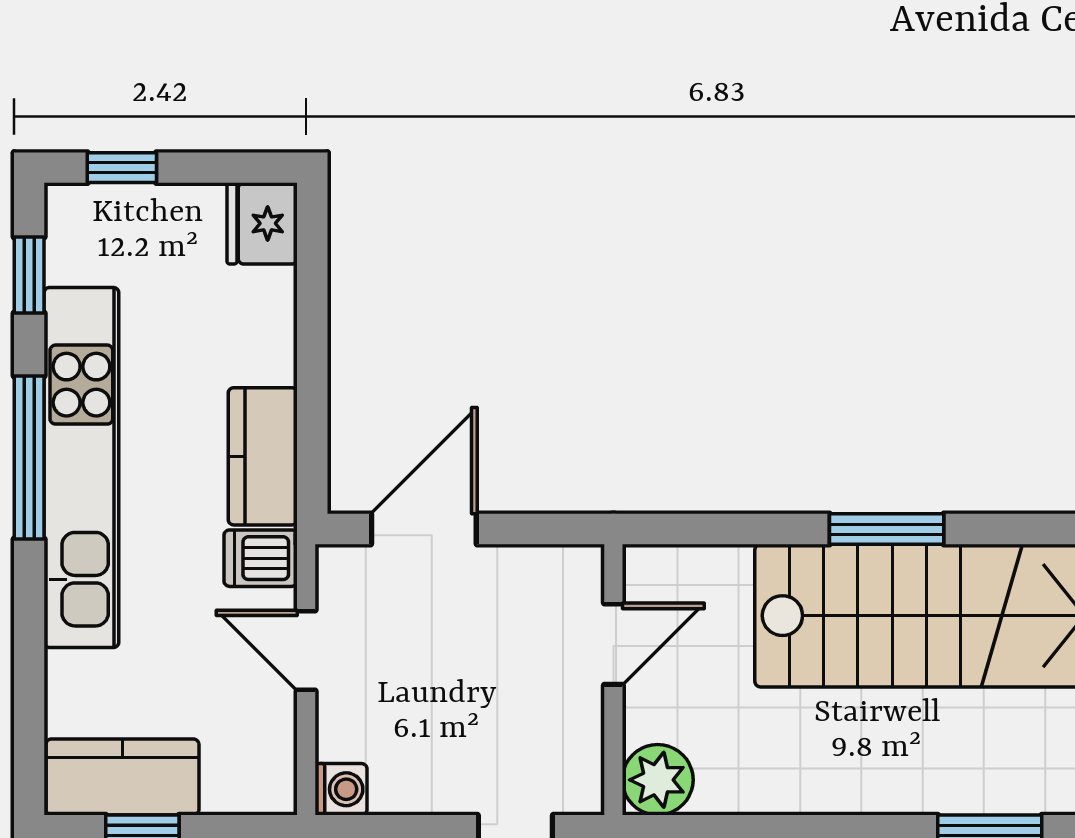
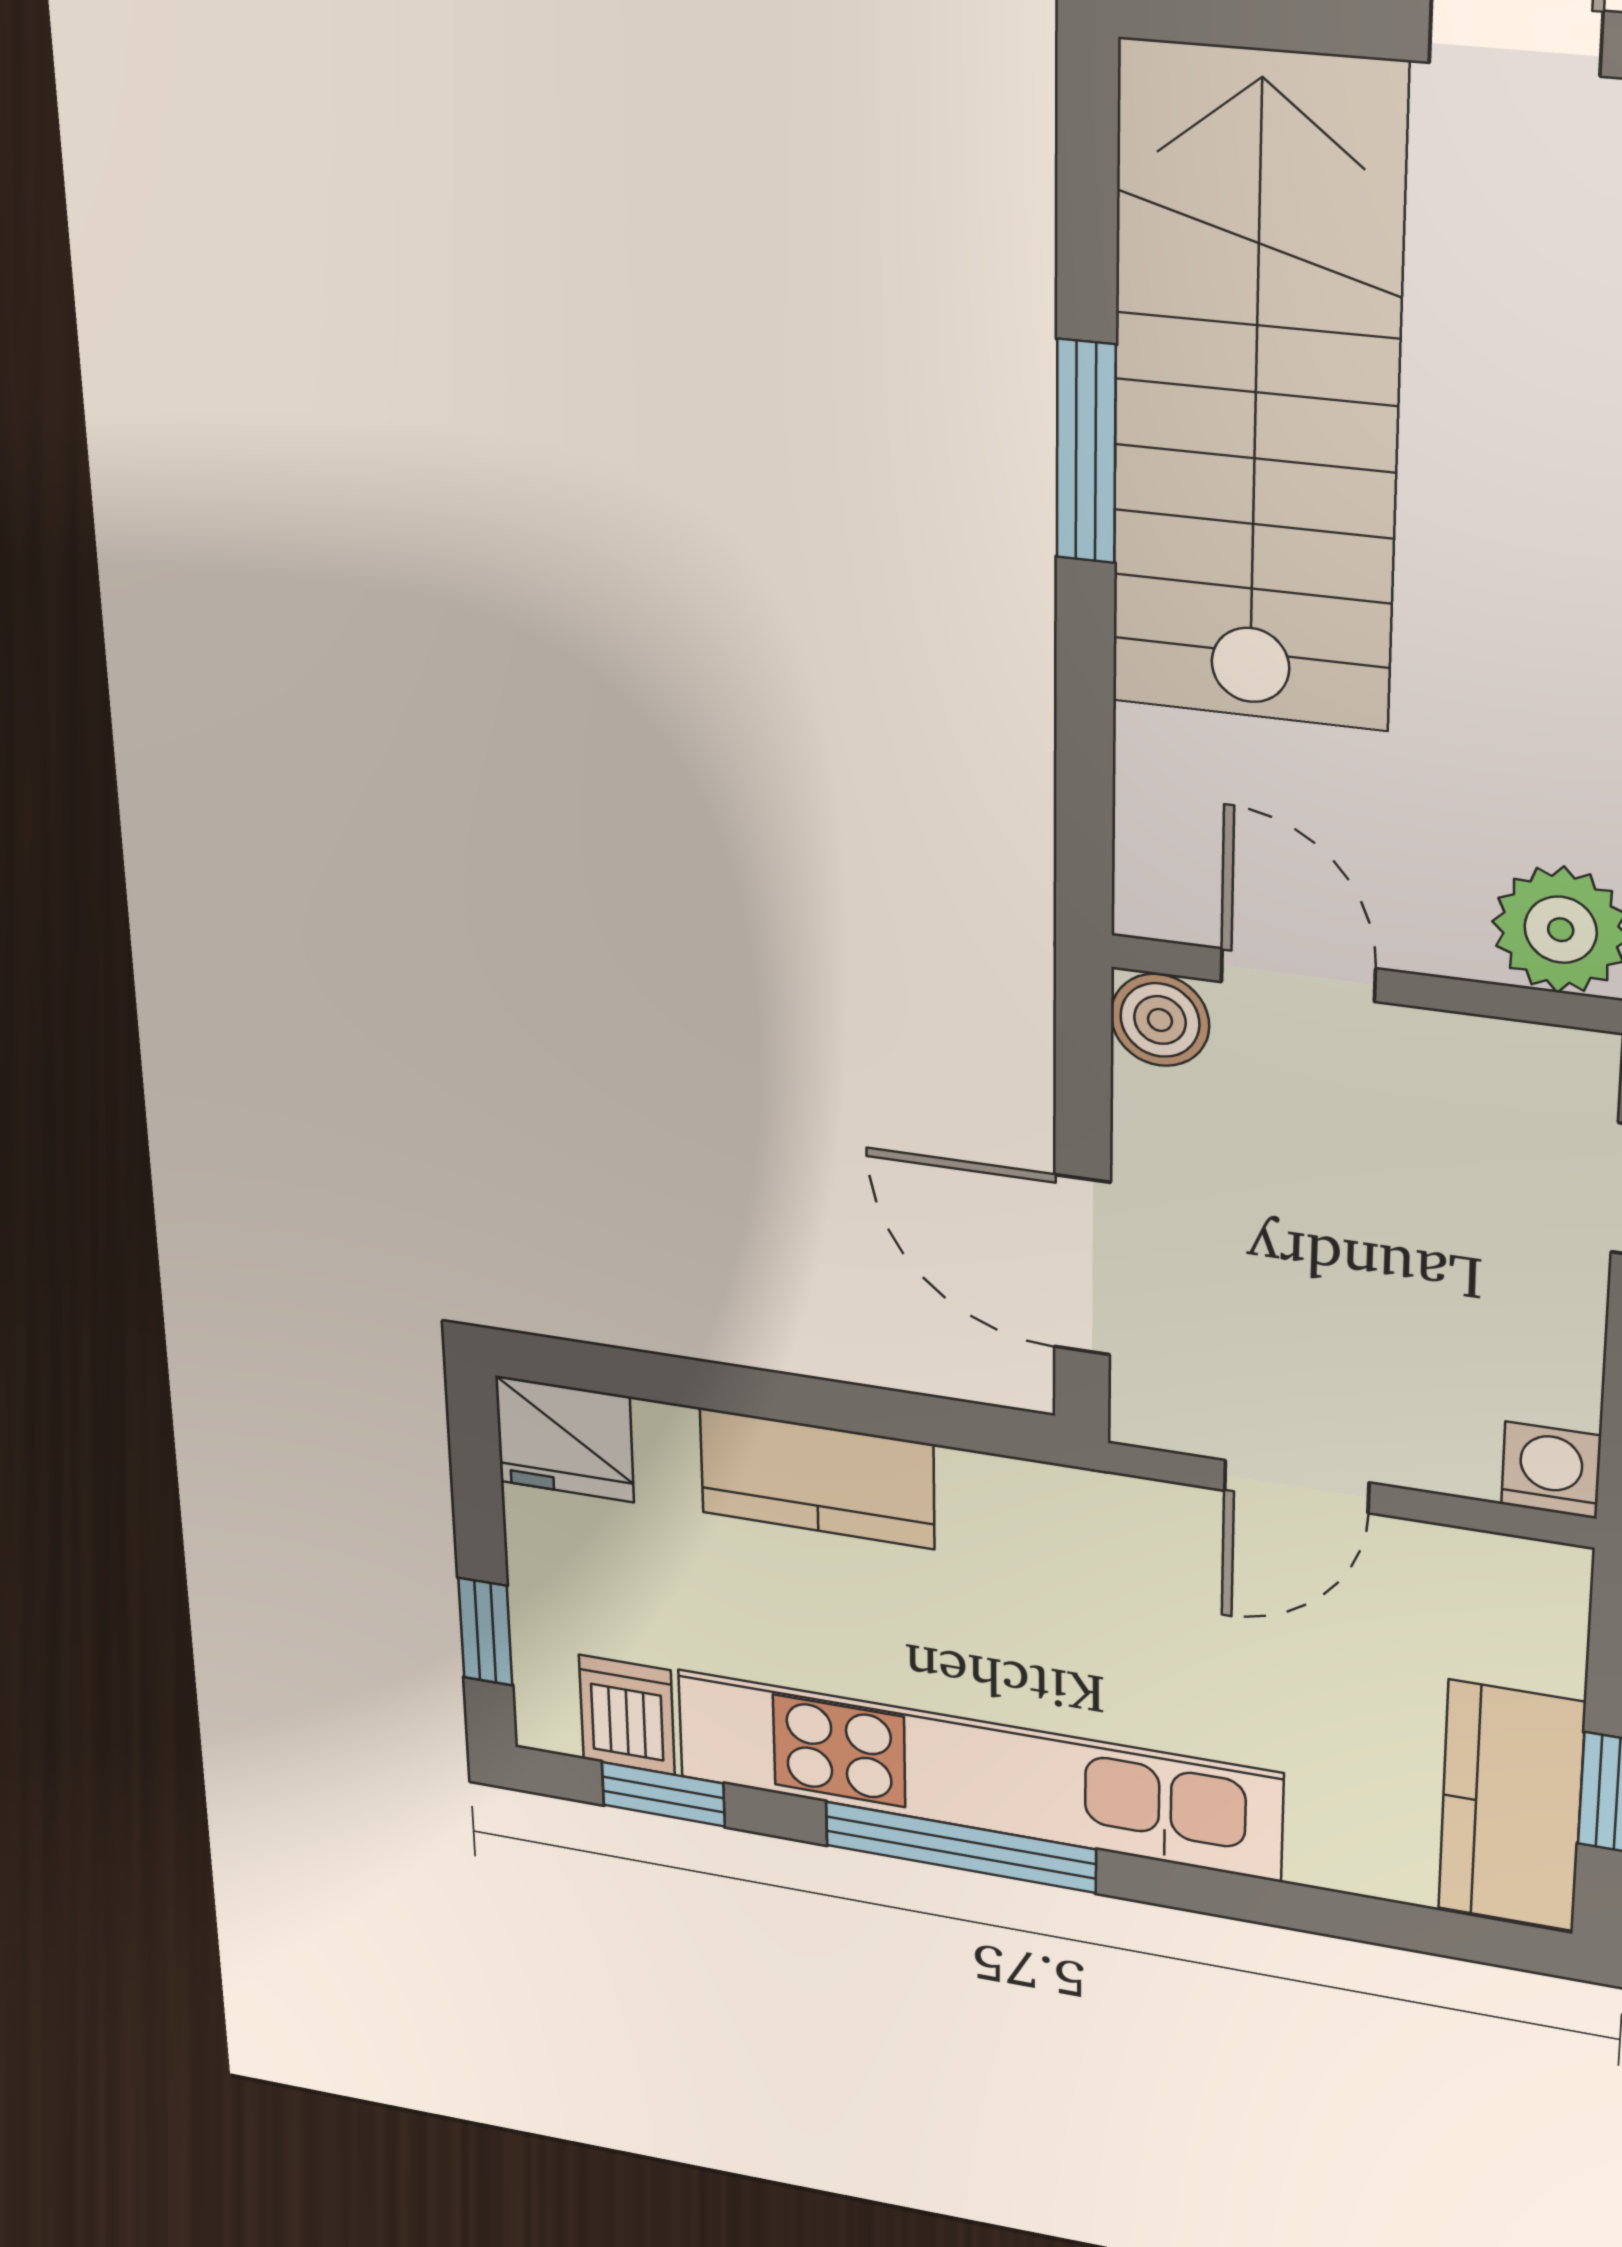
kitchen counter: (263, 456) -> (817, 1478), moved
dishwasher: (261, 558) -> (627, 1715), moved, turned 180
boiler: (577, 571) -> (1160, 1020), added

